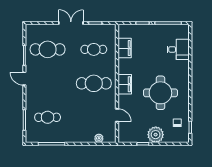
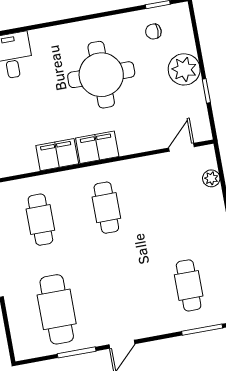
filing cabinet: (125, 48) -> (57, 155), moved
cafe table: (94, 83) -> (106, 208), width x0.73, depth x0.74
door: (117, 115) -> (181, 147), moved

